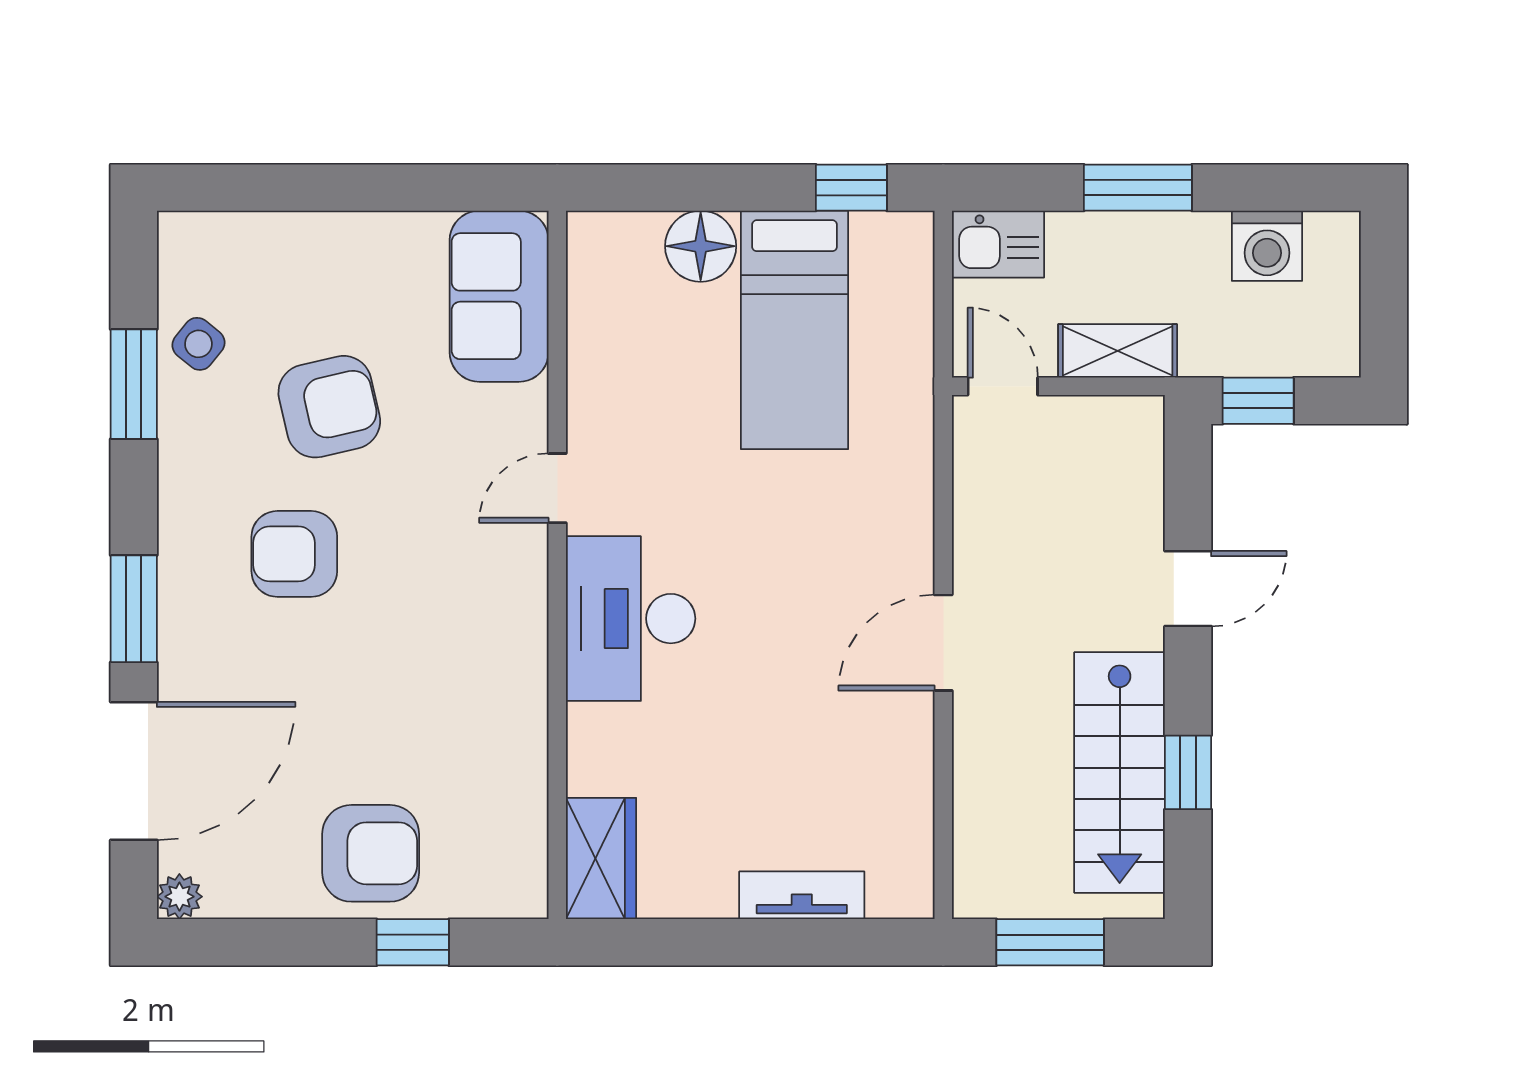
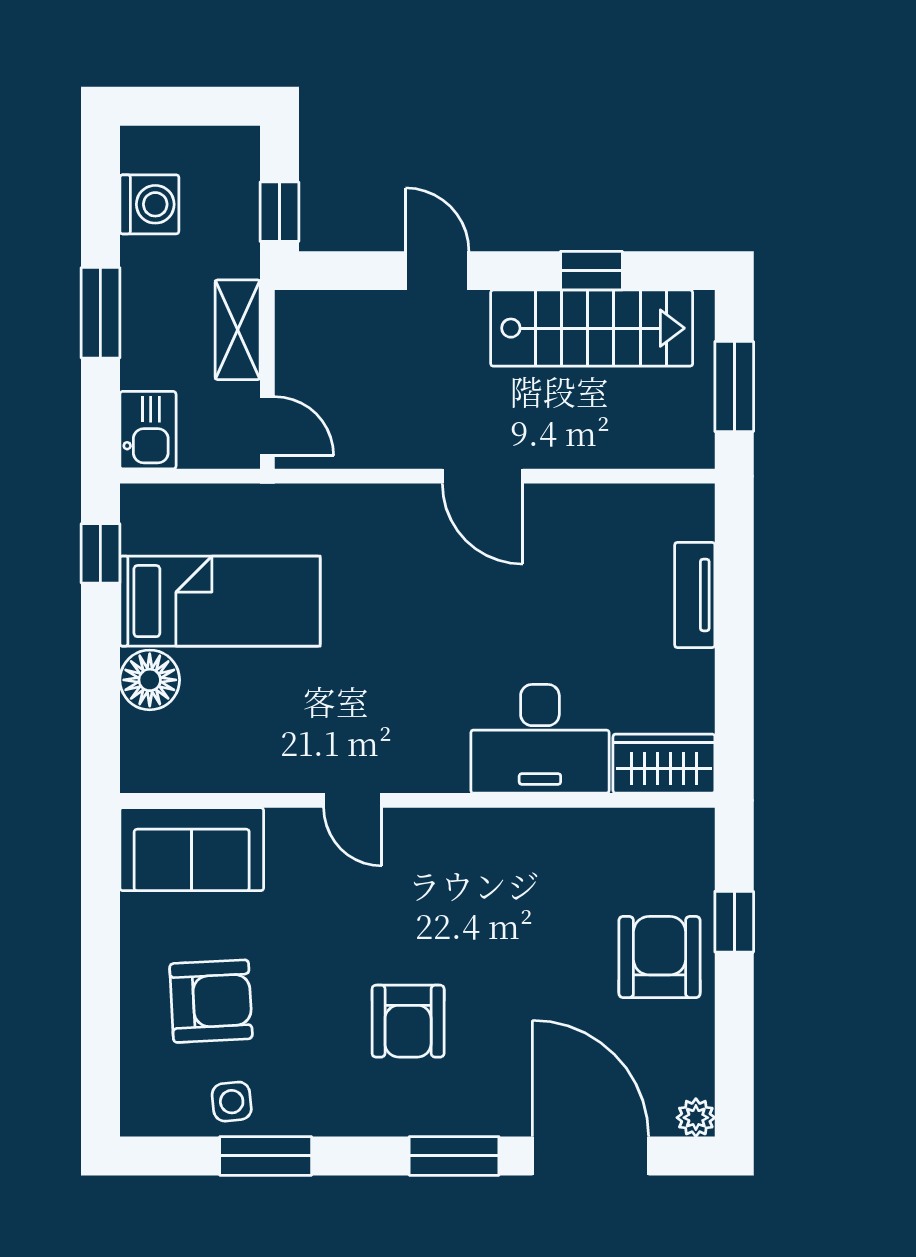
side table: (198, 344) -> (232, 1102), turned 45
door: (1003, 386) -> (267, 426), swing flipped
armchair: (329, 407) -> (211, 1001), moved, turned 100
desk: (631, 619) -> (540, 739), moved

